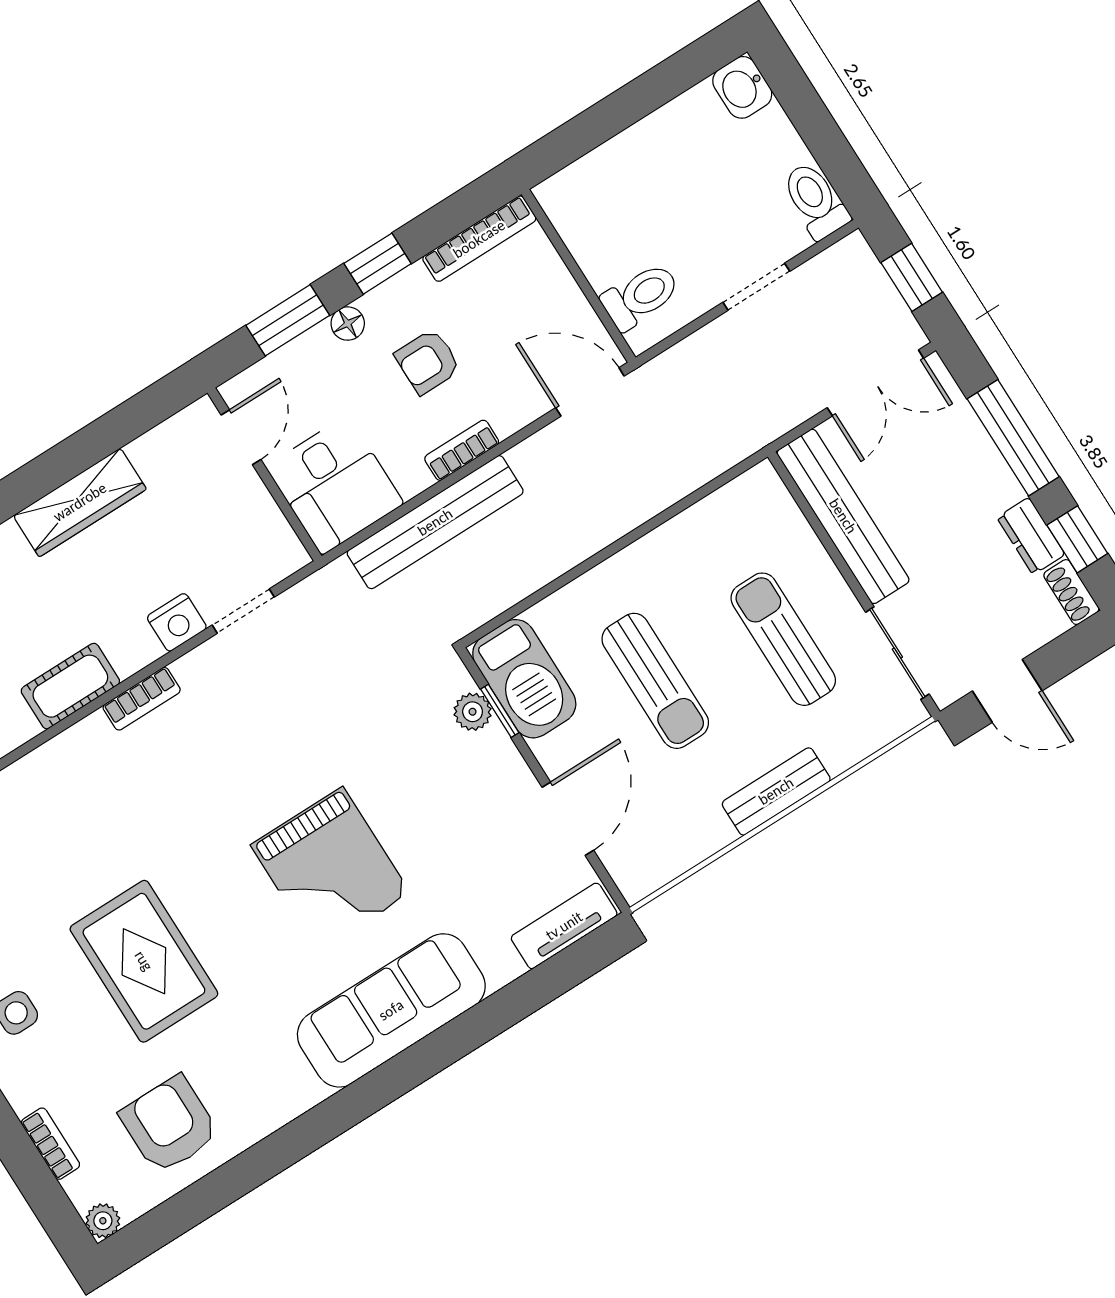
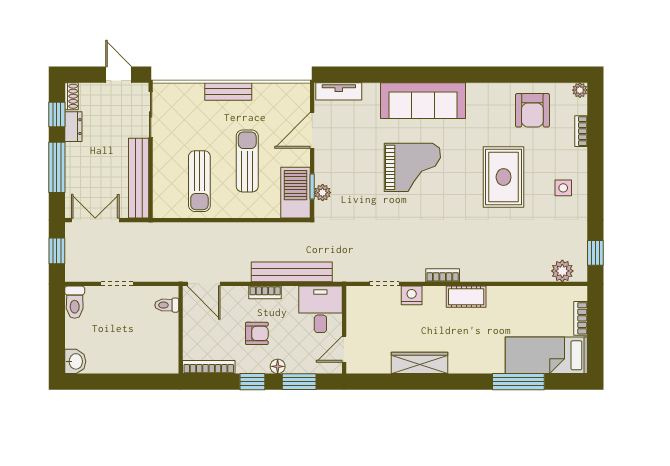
toilet: (640, 296) -> (167, 305), width x0.73, depth x0.72
sun lounger: (783, 639) -> (199, 181), moved
grand piano: (330, 869) -> (412, 167), turned 90

